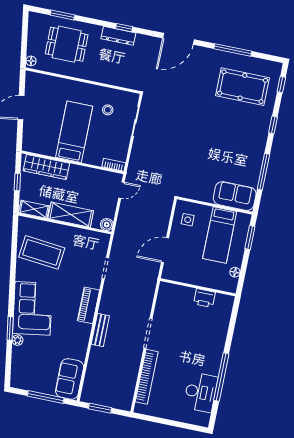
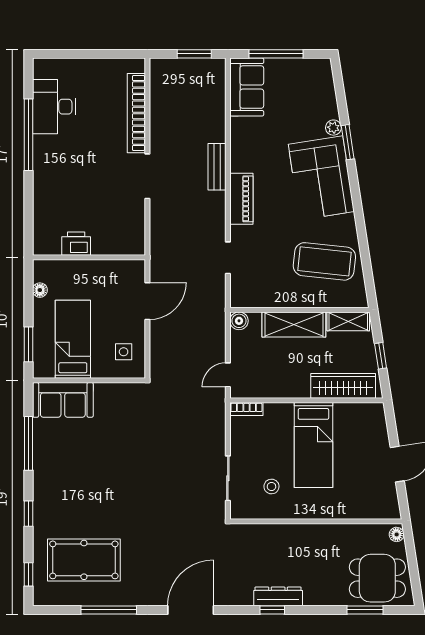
dining table: (67, 44) -> (377, 578), moved

